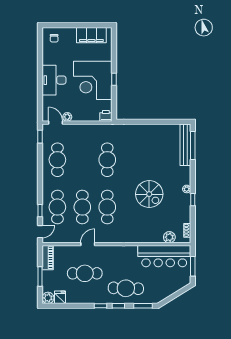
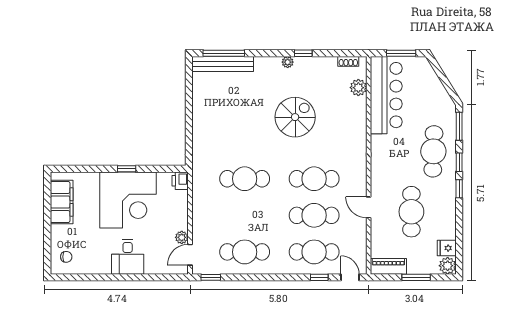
desk: (54, 80) -> (128, 257), width x0.73

